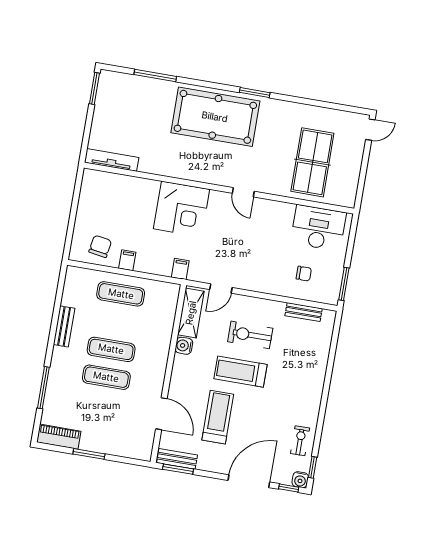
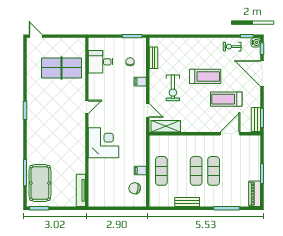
pool table: (215, 117) -> (40, 183), moved, width x0.73, depth x0.76
desk: (318, 228) -> (101, 62), width x0.73
filing cabinet: (180, 269) -> (140, 82), moved
water cooler: (184, 346) -> (186, 127), removed
treadmill: (241, 372) -> (205, 76), moved, turned -90

